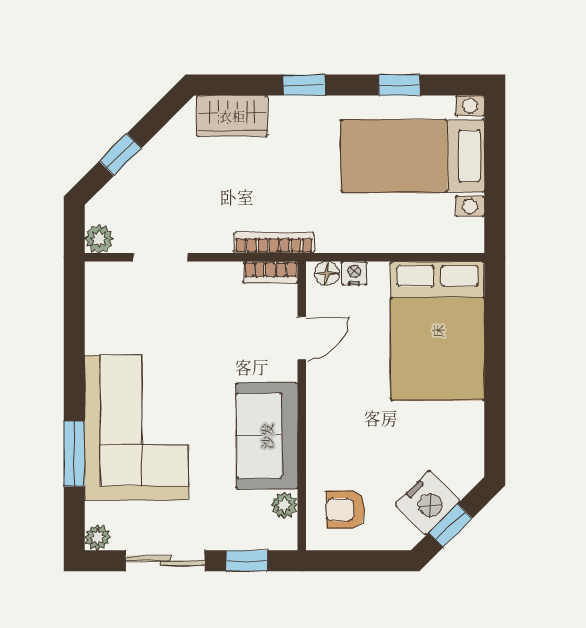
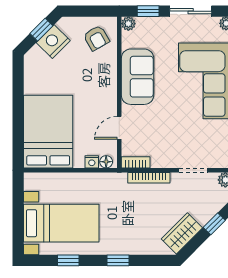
wardrobe: (232, 116) -> (182, 233), moved, turned -45
bookcase: (274, 243) -> (149, 178), moved
plant: (284, 505) -> (128, 24), moved
armchair: (345, 510) -> (96, 38), turned 60

